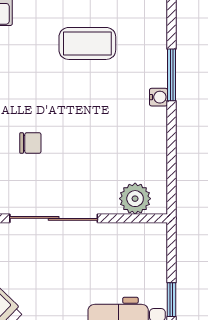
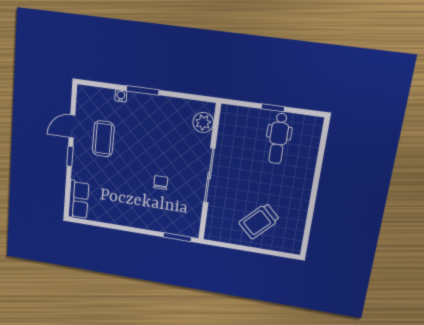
window: (171, 75) -> (143, 90), moved
water cooler: (159, 97) -> (121, 96), moved

